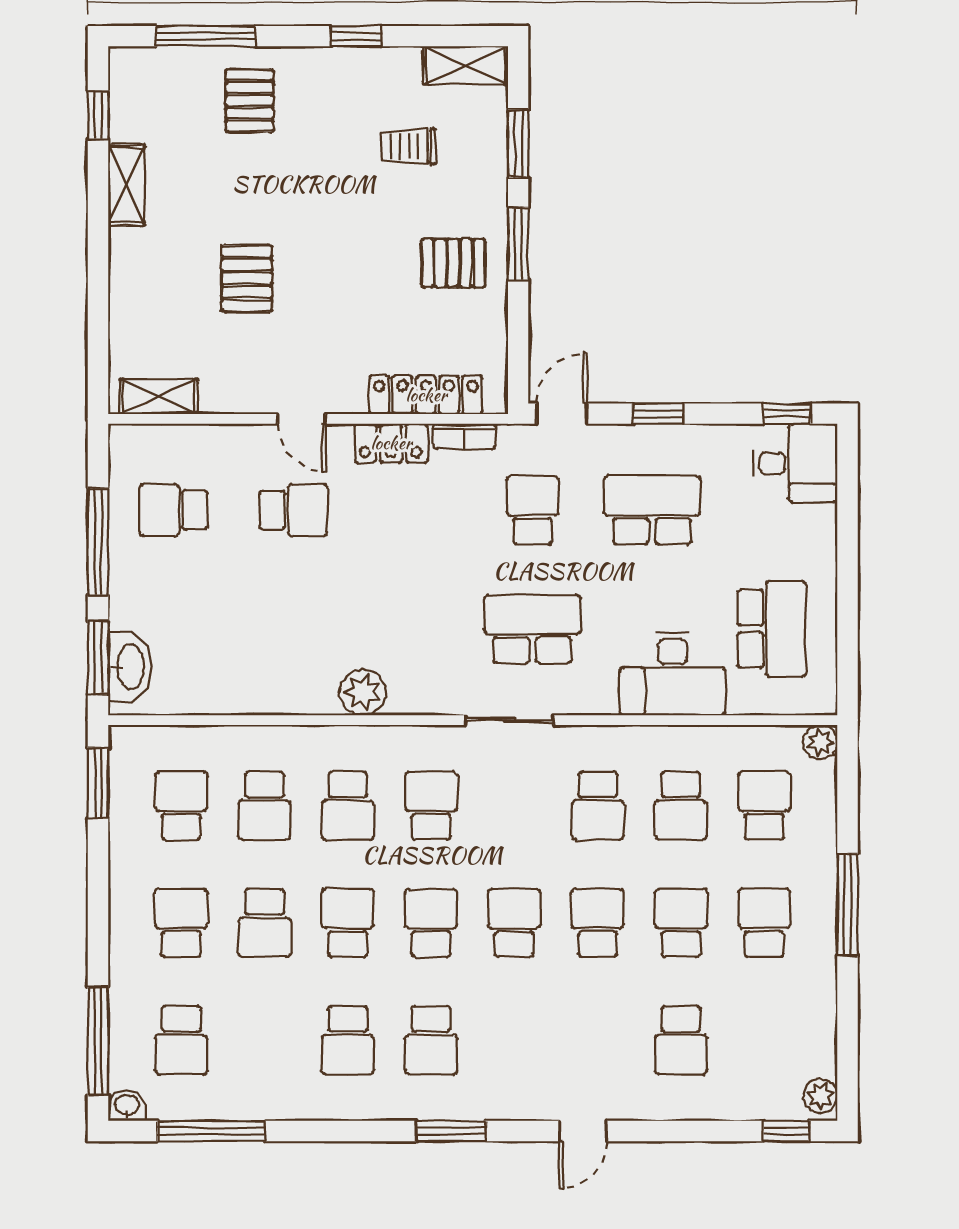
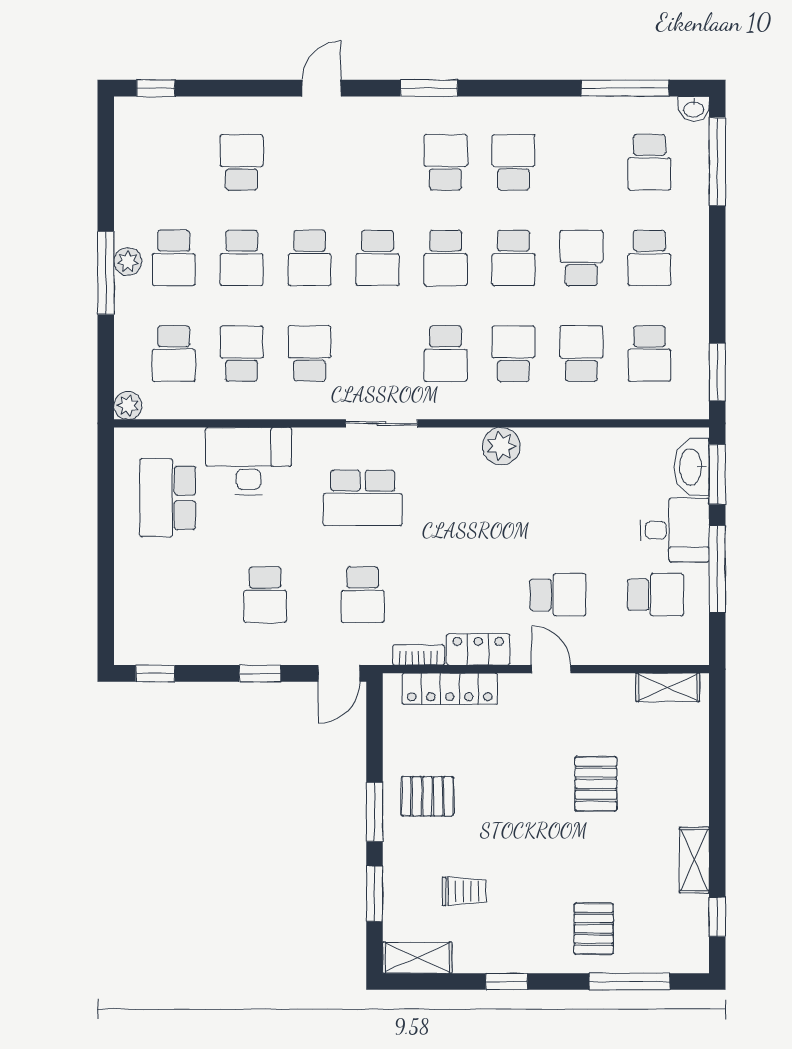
desk: (795, 463) -> (675, 530), moved, turned 180
school desk: (293, 510) -> (558, 595), turned 180
school desk: (652, 510) -> (265, 595), width x0.54
school desk: (181, 1040) -> (649, 162), turned 180
plant: (820, 1096) -> (128, 261), moved

